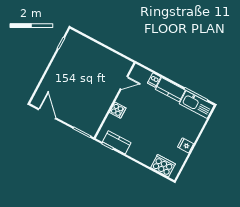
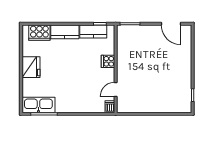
dishwasher: (154, 80) -> (110, 107), moved
kitchen counter: (170, 90) -> (65, 32), moved, turned 180
fridge: (186, 145) -> (31, 67), width x1.88, depth x1.34

